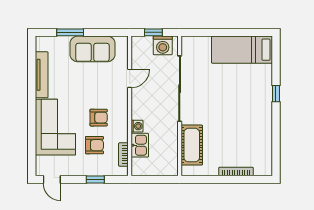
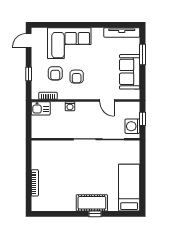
tv unit: (42, 75) -> (122, 32), moved
kitchen sink: (140, 145) -> (41, 108), moved
cot: (192, 145) -> (92, 203), moved

